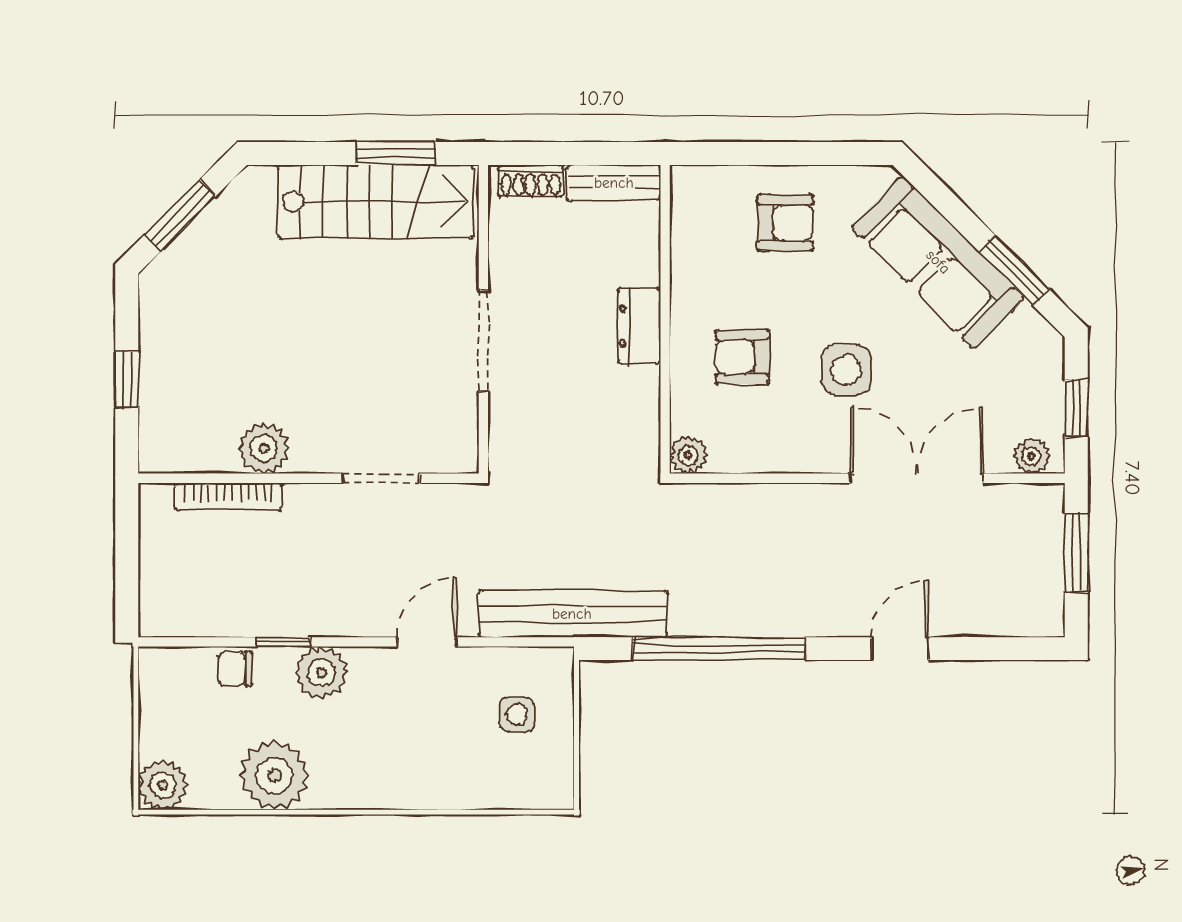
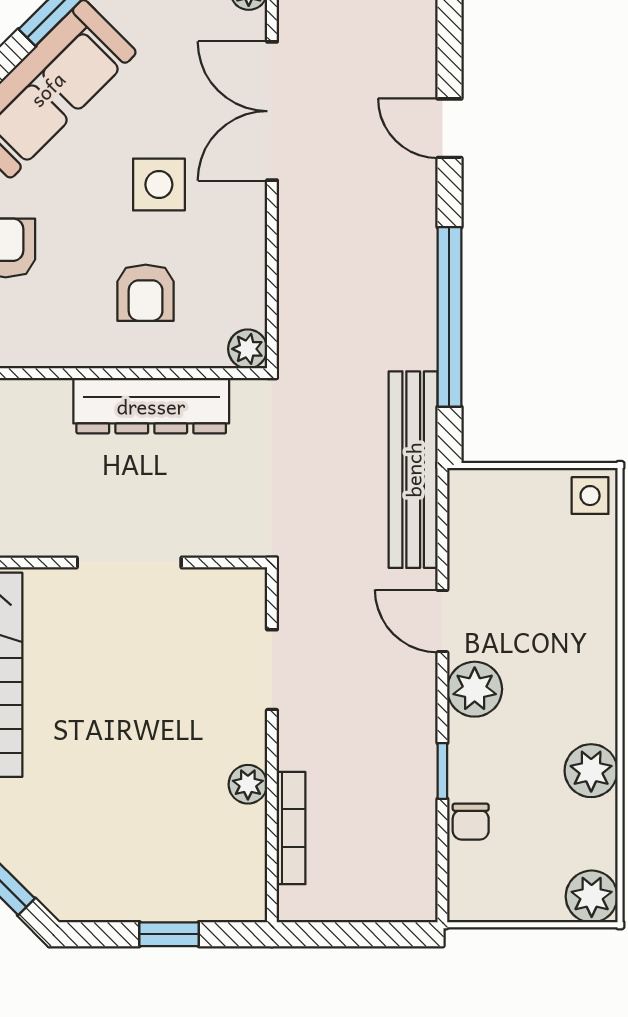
dresser: (639, 326) -> (151, 406), width x1.96, depth x1.24
plant: (264, 448) -> (248, 784), width x0.73, depth x0.73
plant: (321, 673) -> (475, 689), moved
side table: (517, 714) -> (590, 496), moved
plant: (274, 775) -> (591, 771), width x0.73, depth x0.73

